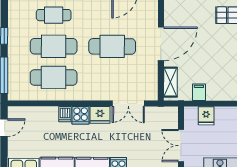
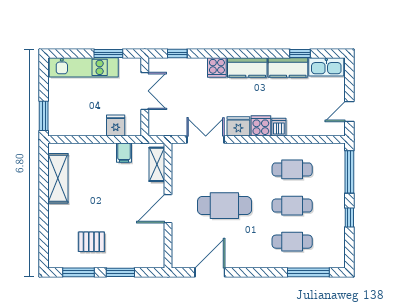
door: (161, 44) -> (168, 209), width x0.73
cafe table: (54, 46) -> (292, 206), width x0.73, depth x0.74
cafe table: (54, 77) -> (292, 169), width x0.73, depth x0.74

